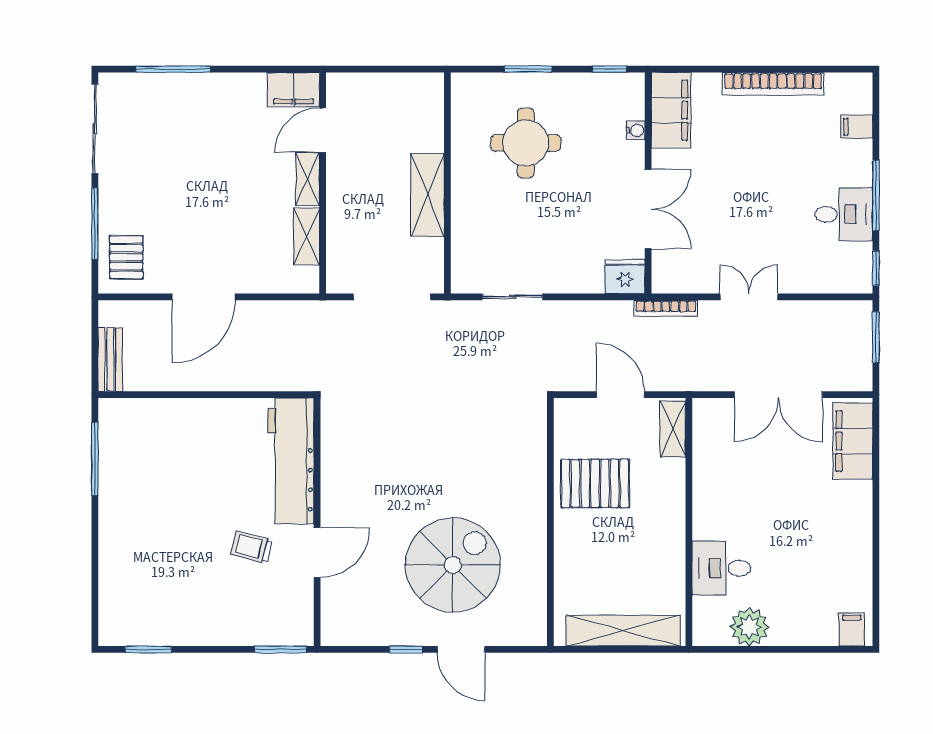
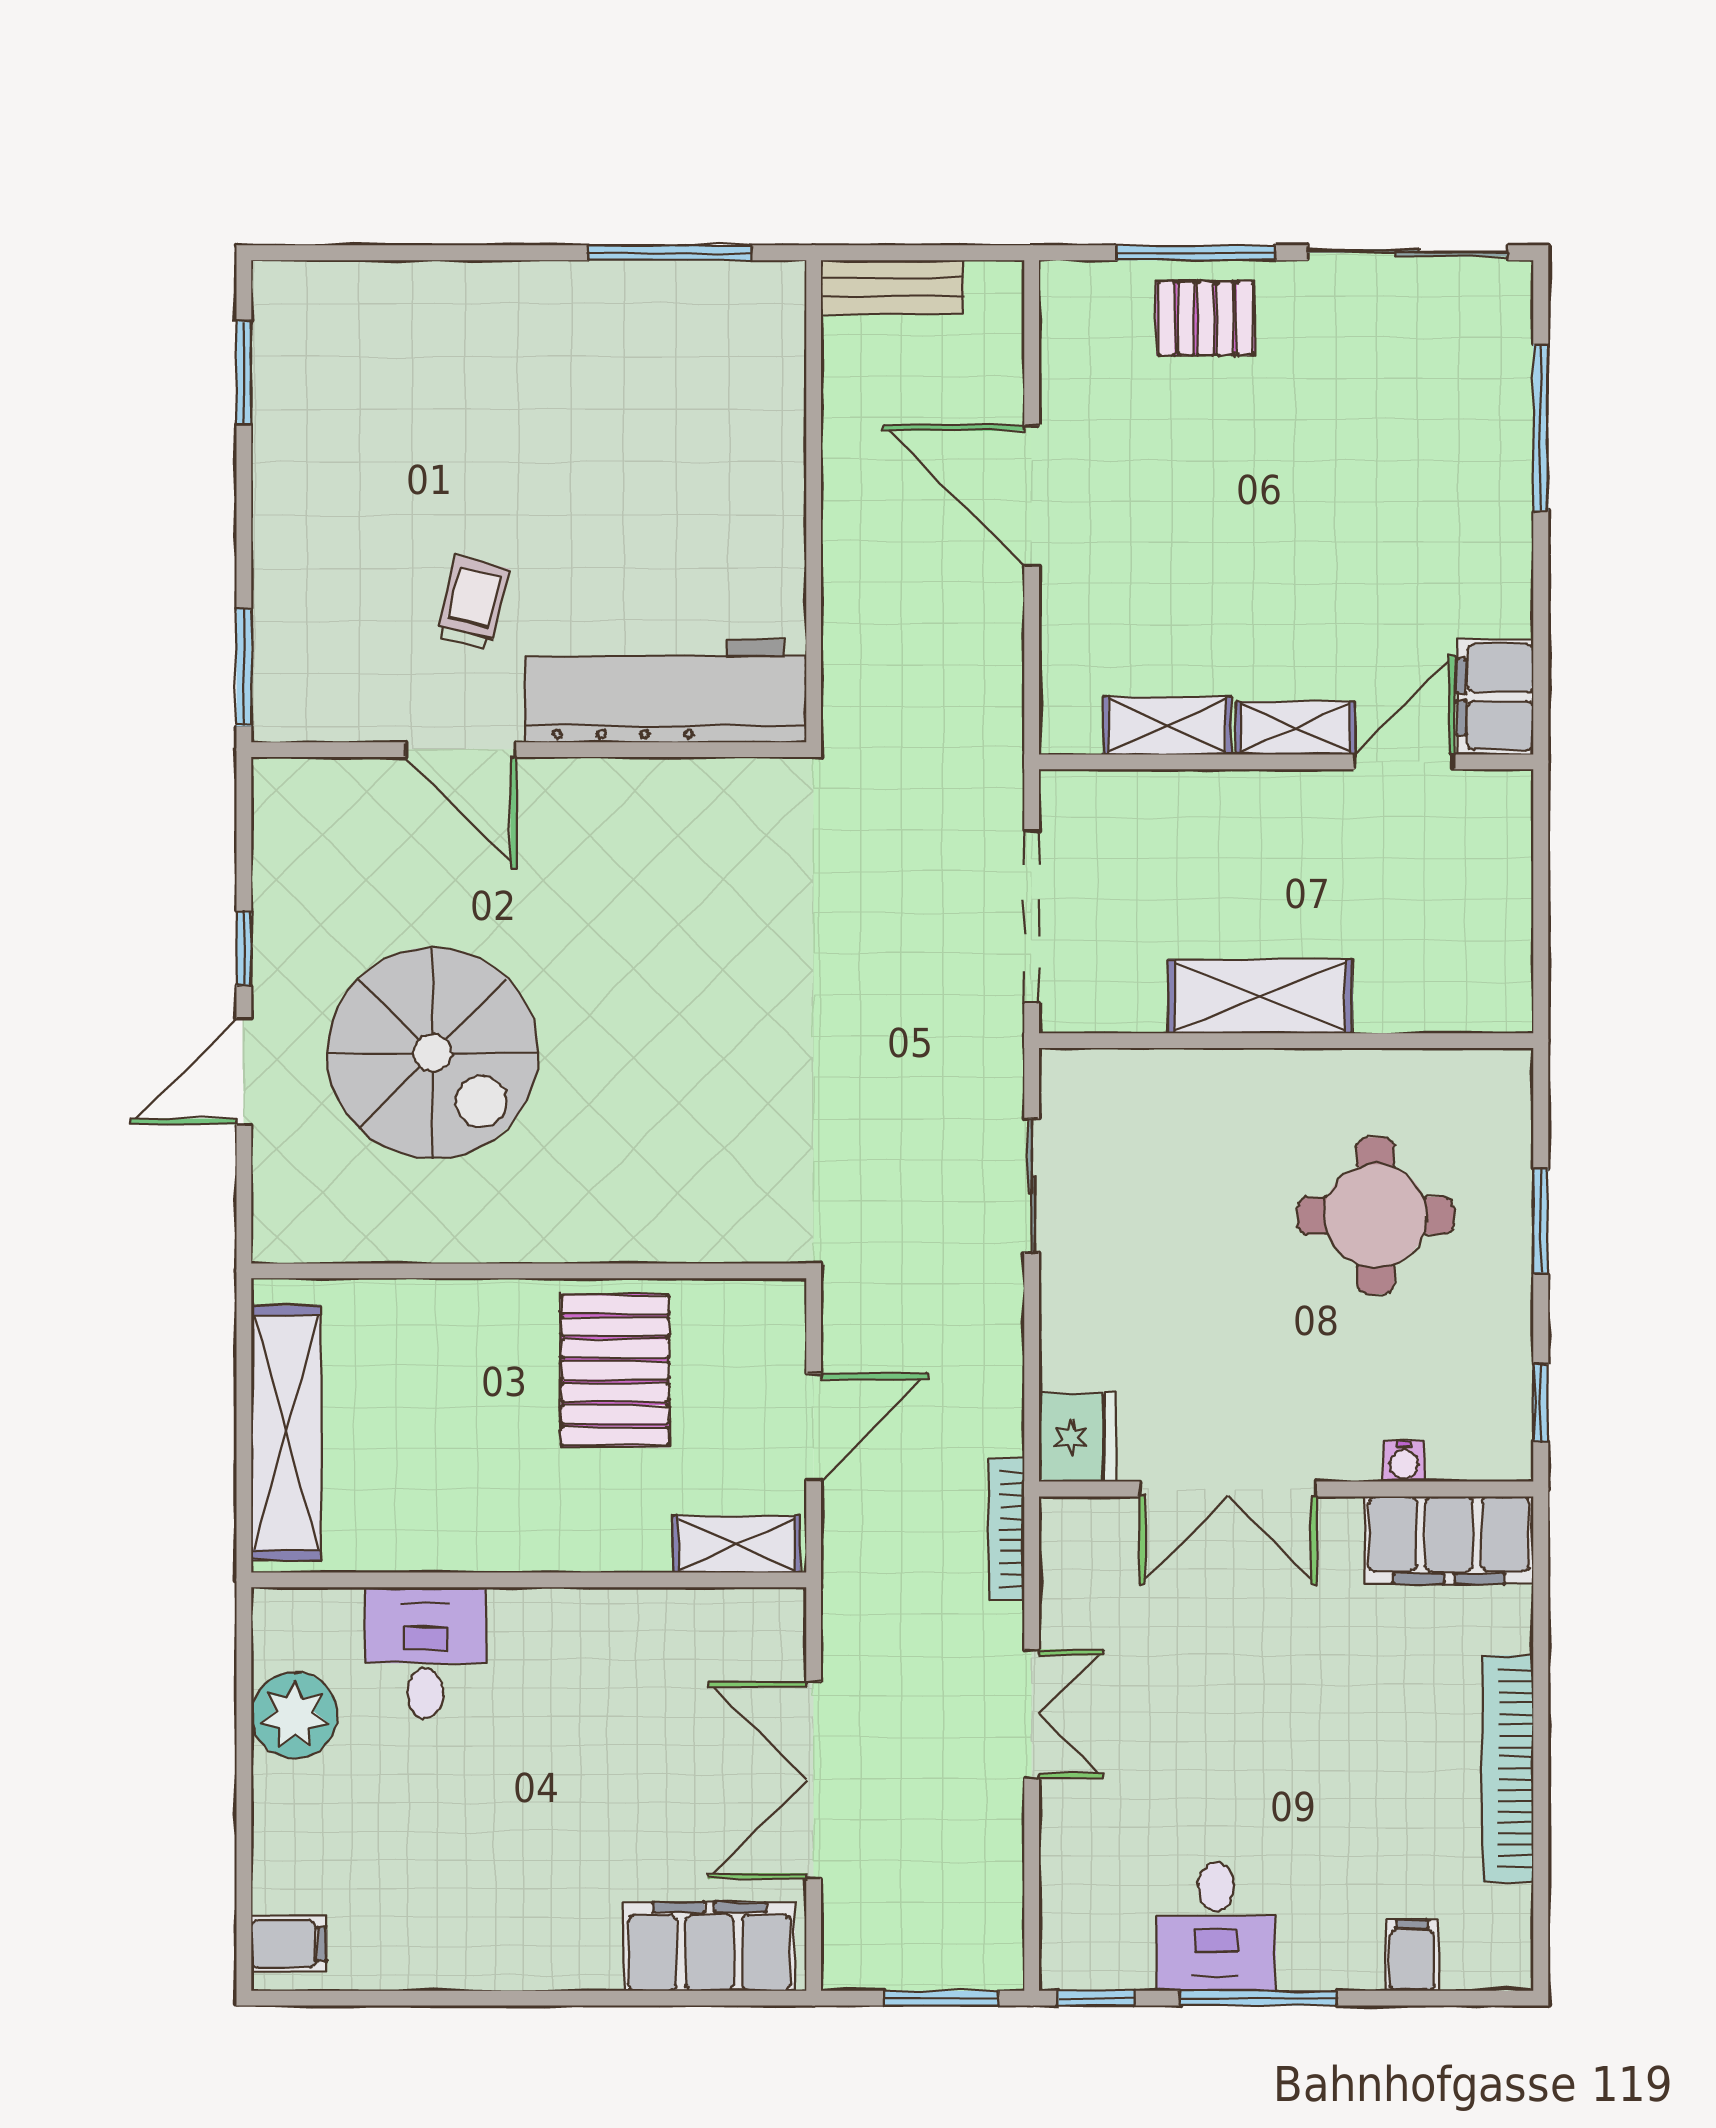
door: (323, 130) -> (1404, 762), hinge flipped
pallet: (126, 257) -> (1206, 318), moved

